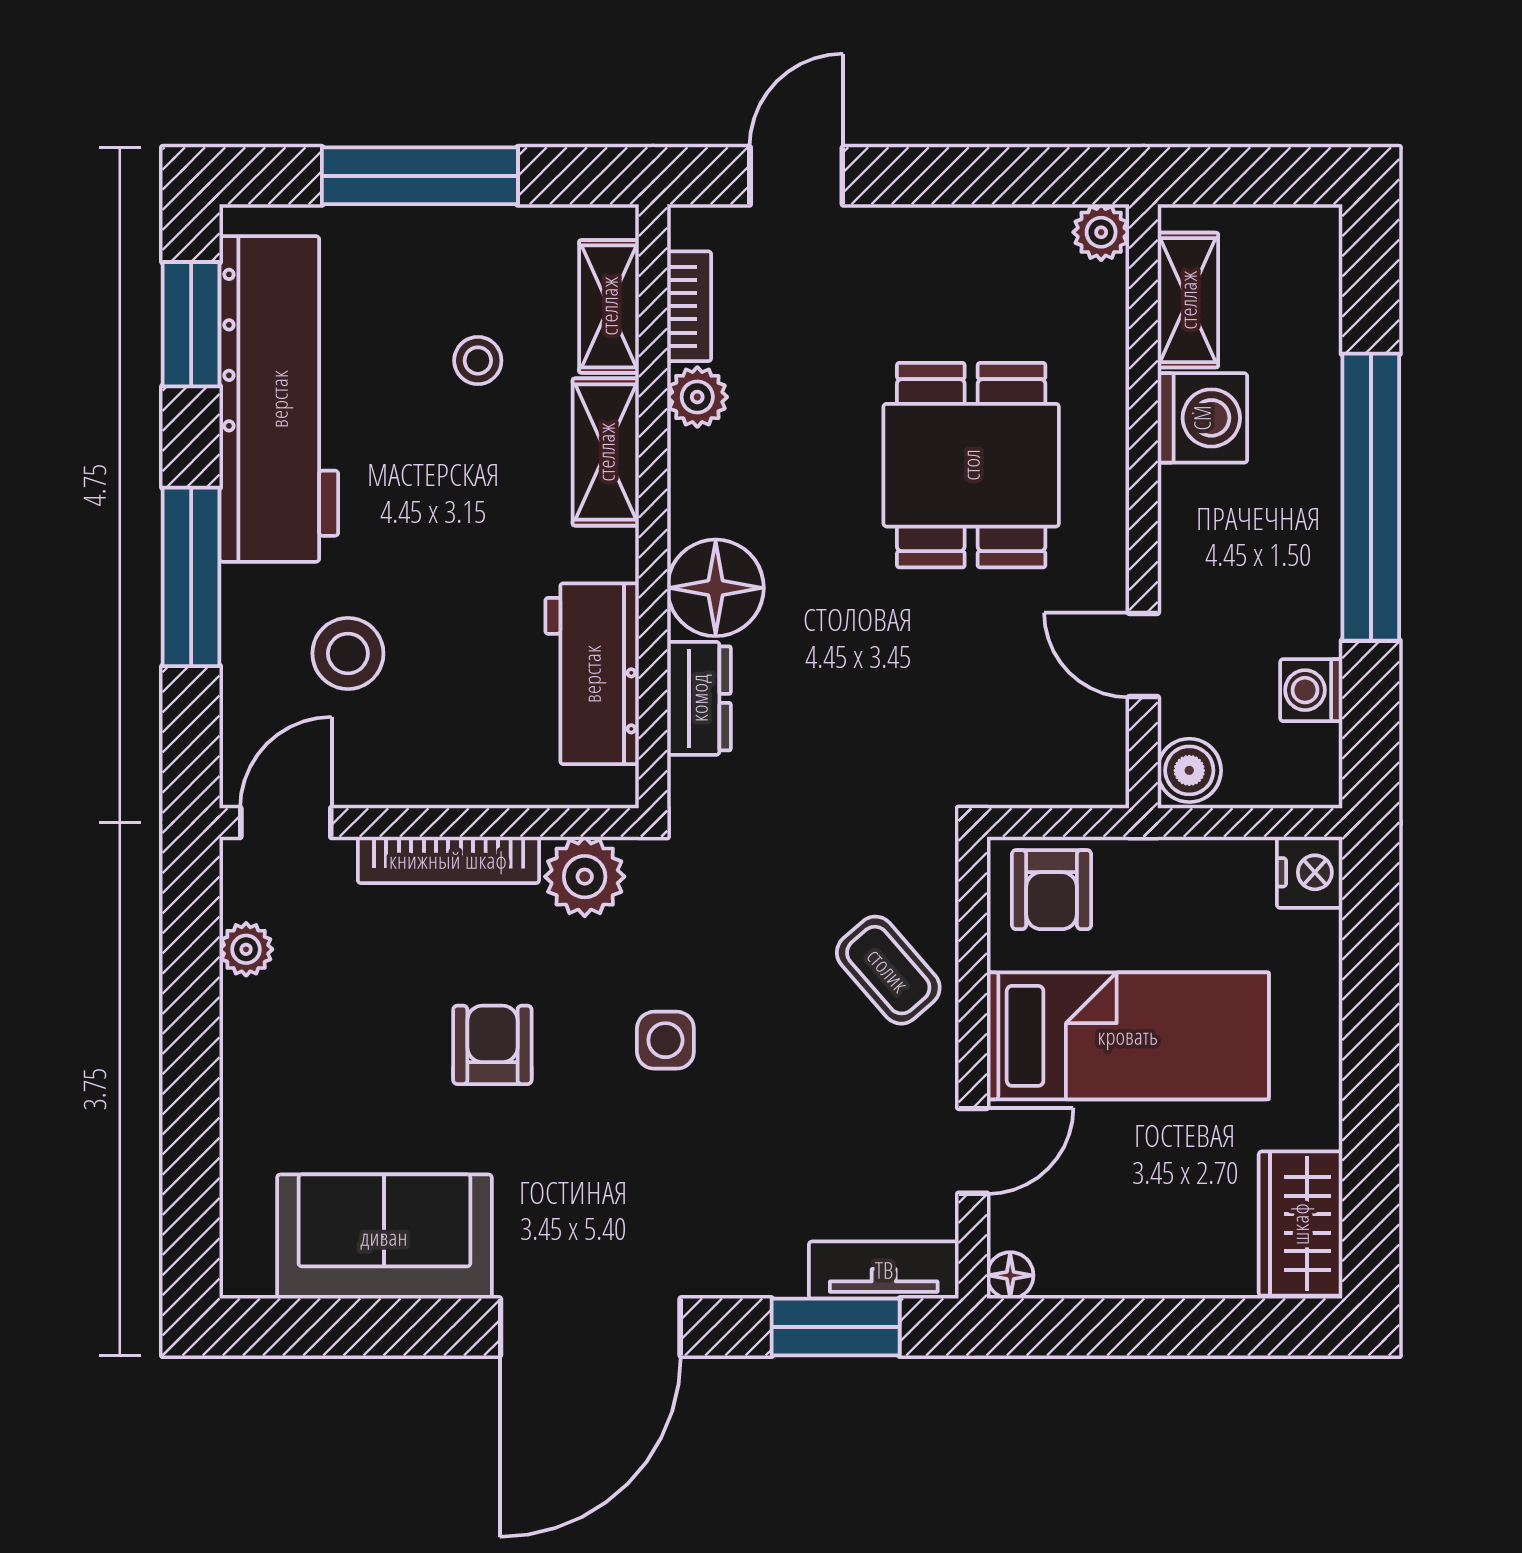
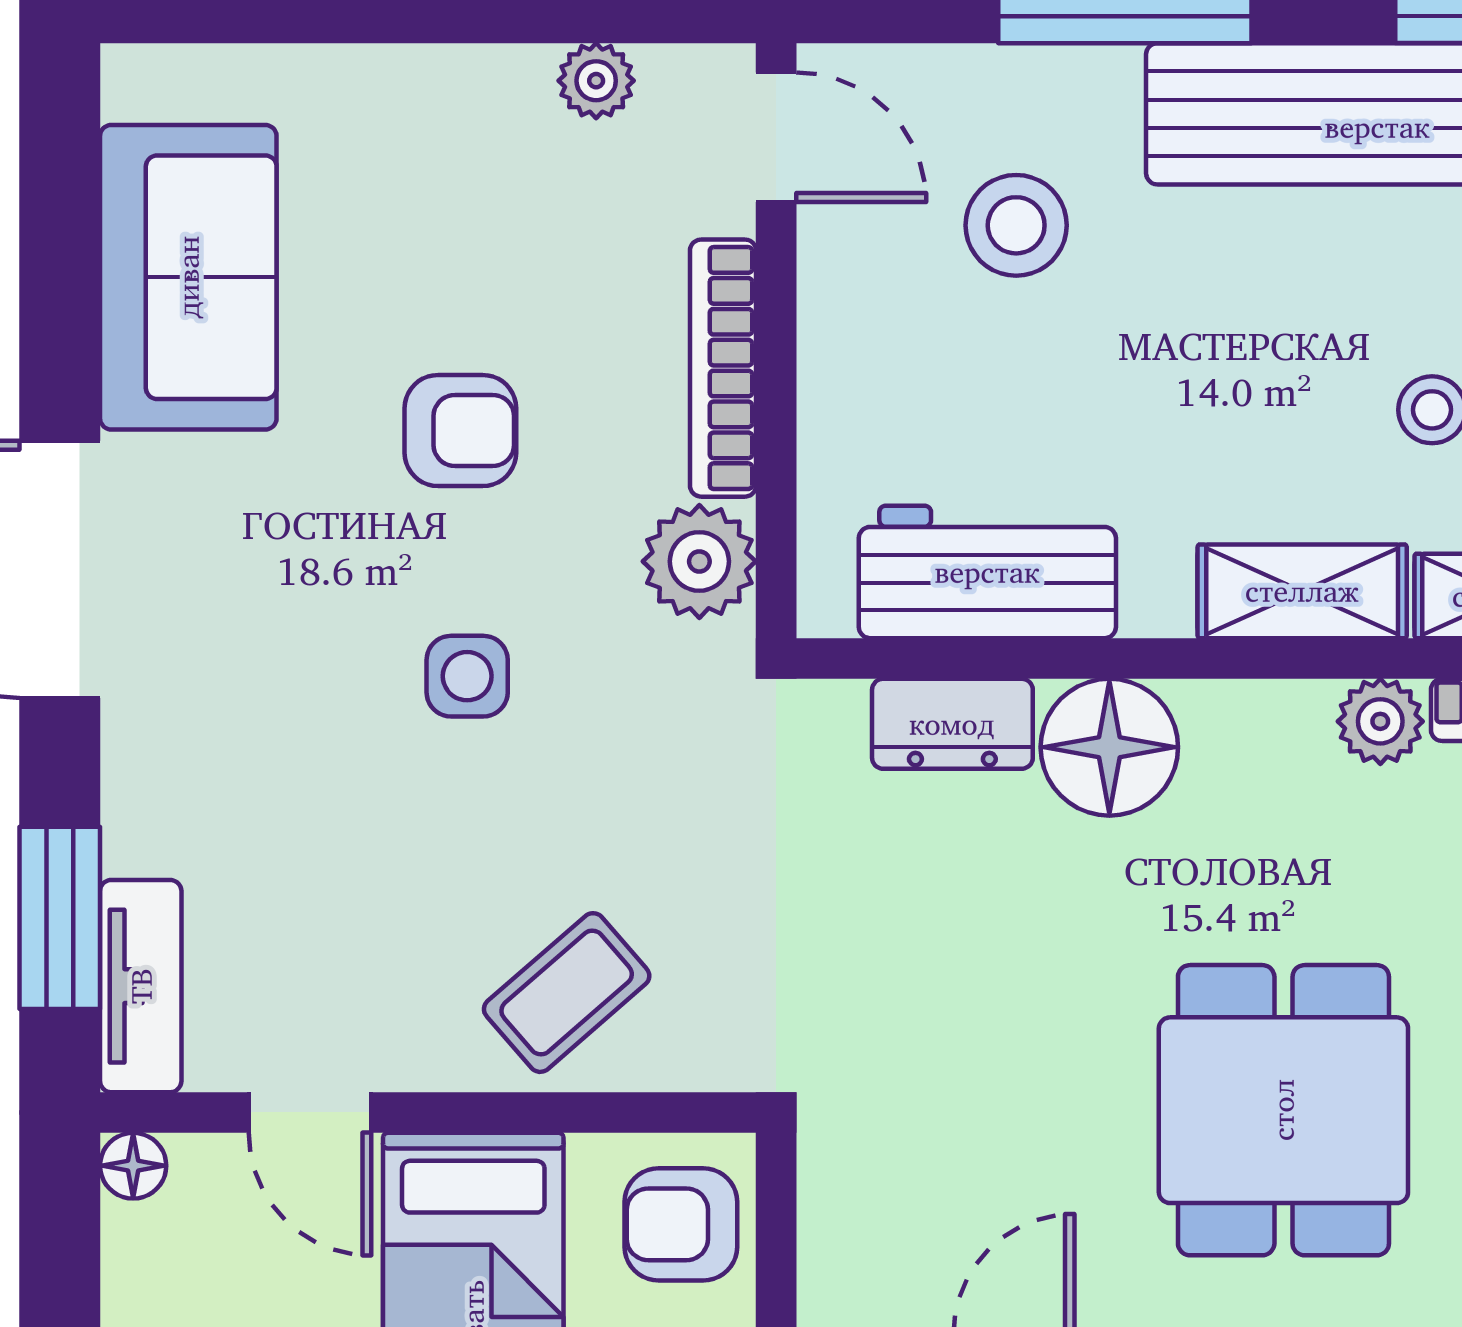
dining table: (971, 465) -> (1283, 1110), turned 90

